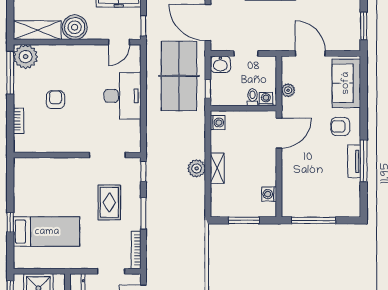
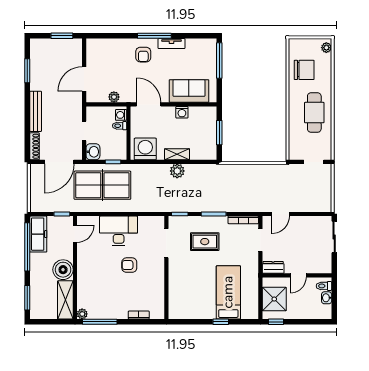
door: (119, 42) -> (75, 234), hinge flipped
plant: (26, 57) -> (82, 314), width x0.53, depth x0.53
sofa: (346, 83) -> (189, 91), moved, turned 180
armchair: (55, 100) -> (129, 265), moved
washing machine: (217, 123) -> (145, 149), width x1.89, depth x1.89
window: (364, 161) -> (154, 36), moved
washing machine: (269, 194) -> (182, 112), moved
window: (314, 220) -> (219, 61), moved

